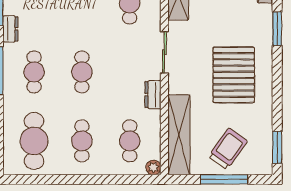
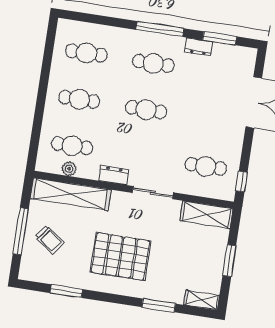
cafe table: (34, 141) -> (86, 53), width x0.73, depth x0.74
window: (277, 147) -> (66, 291), moved
trolley: (228, 149) -> (50, 240), width x0.73, depth x0.72
plant: (153, 167) -> (69, 169), moved

